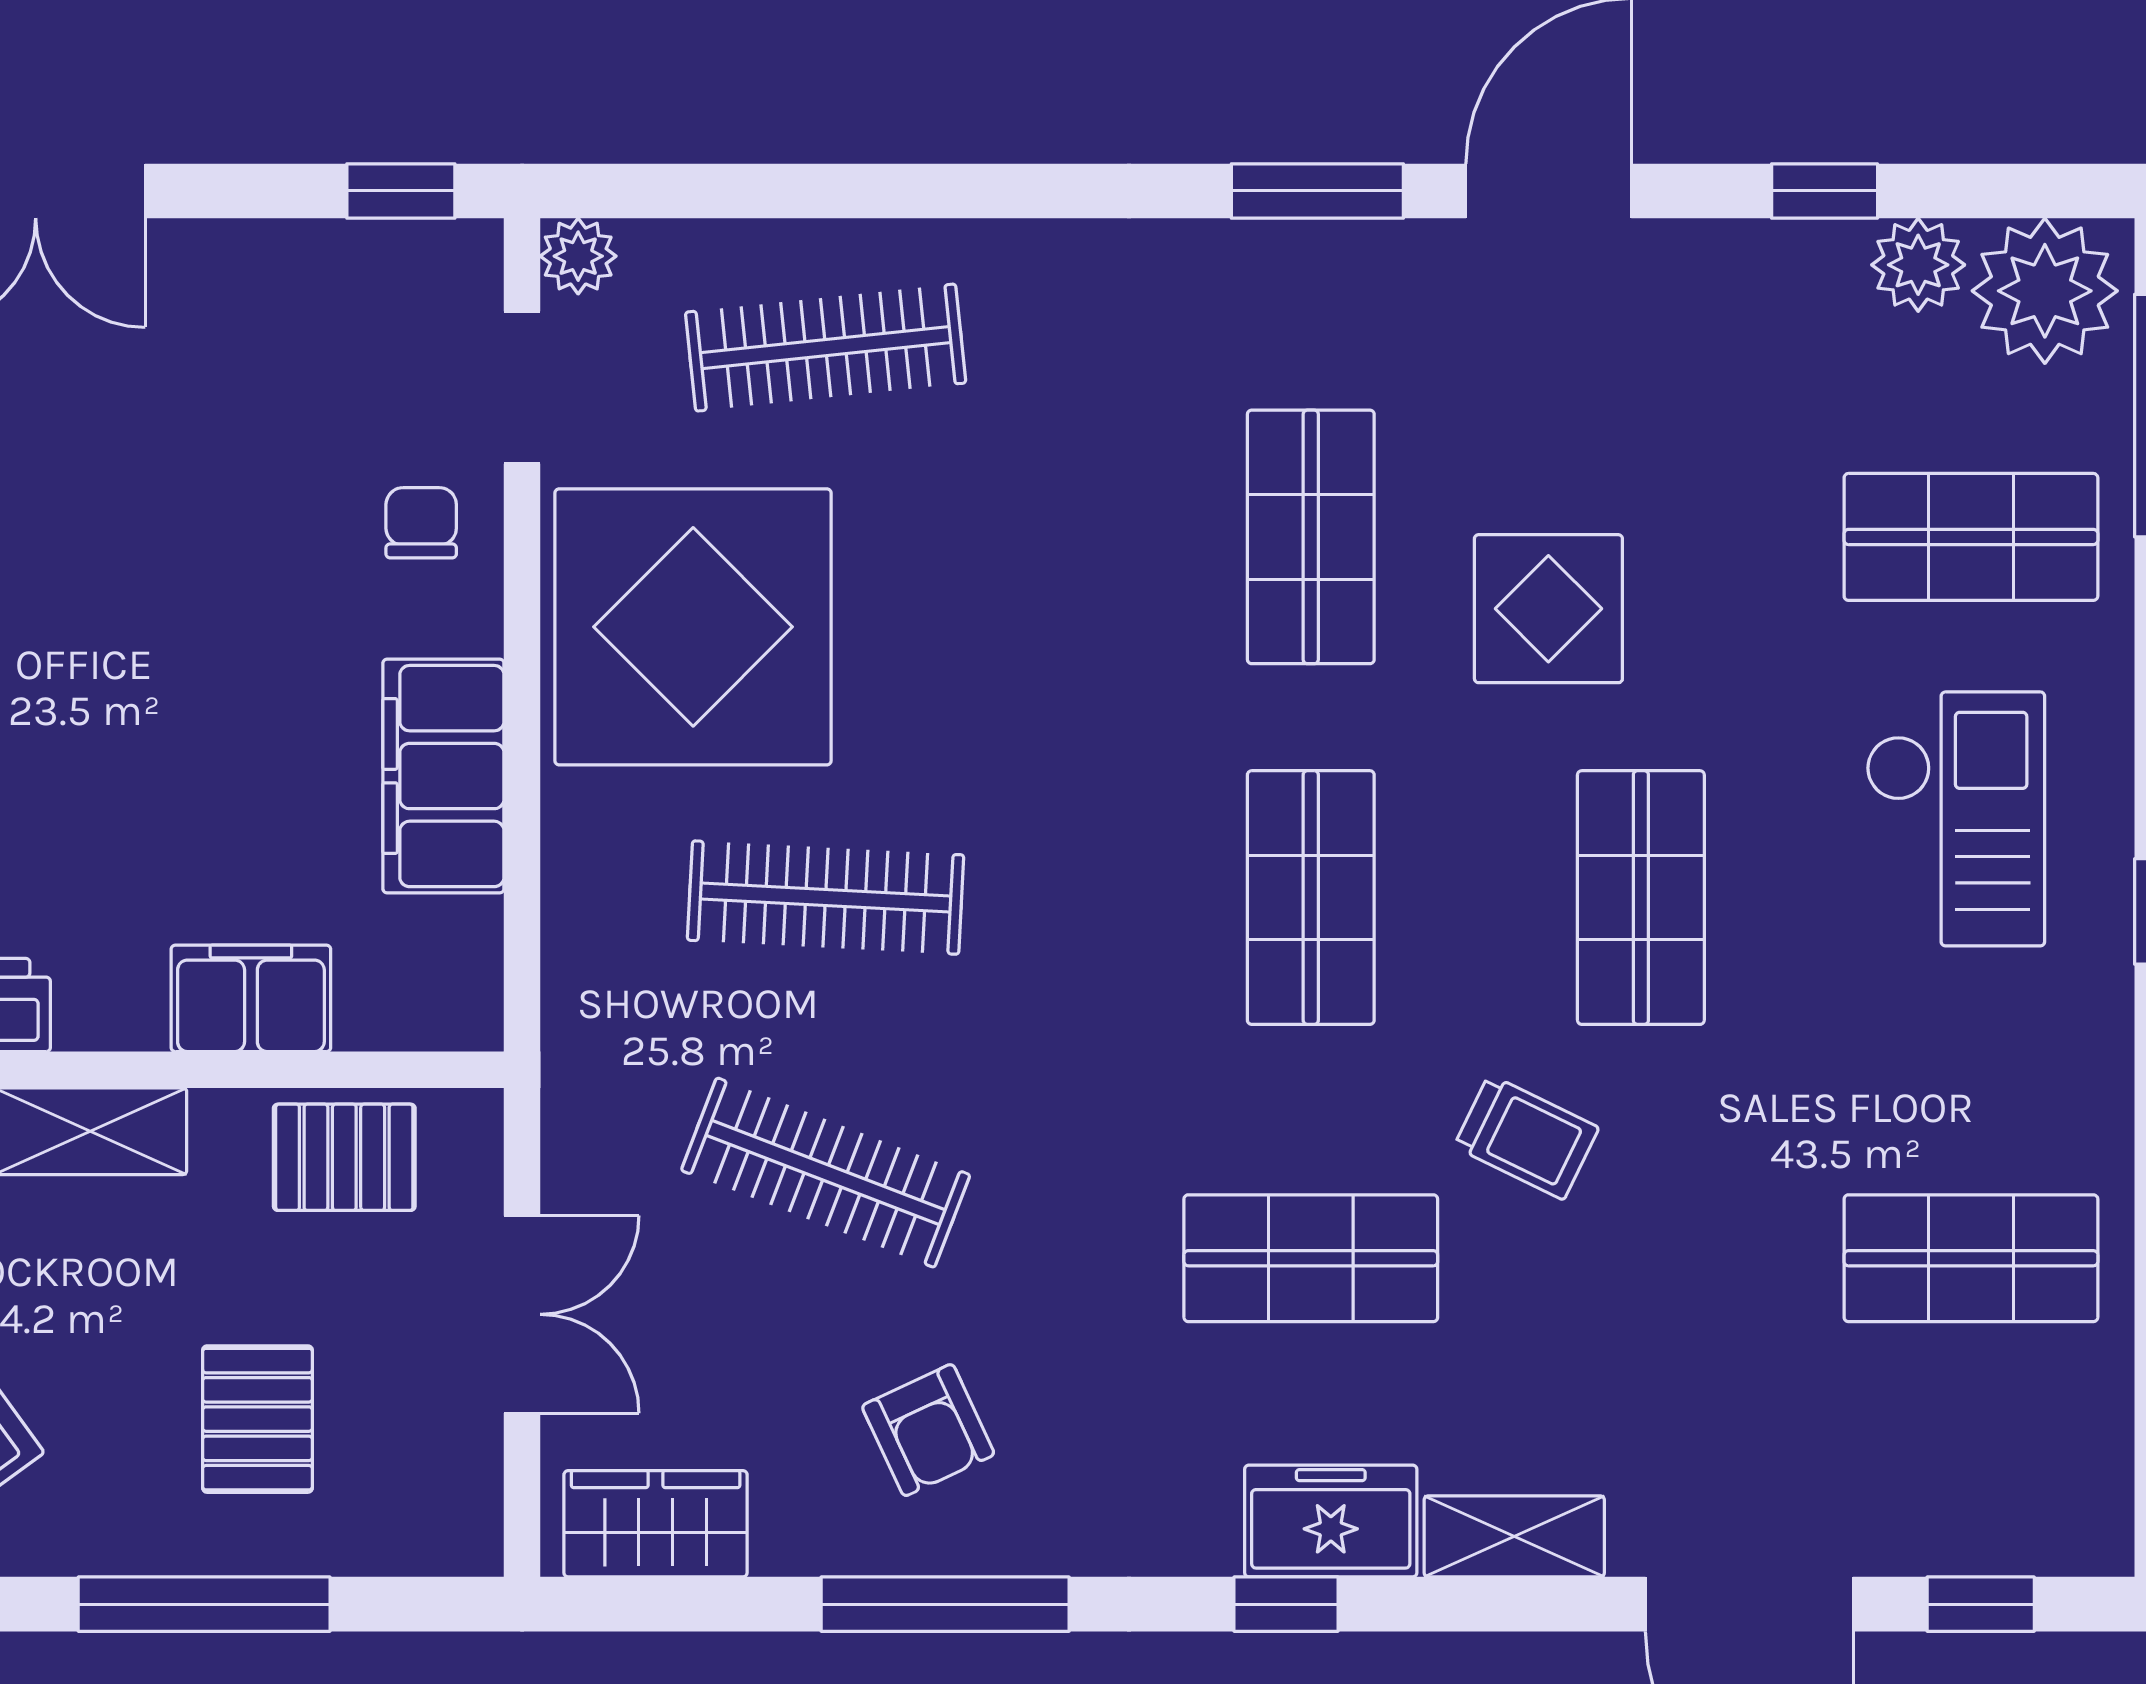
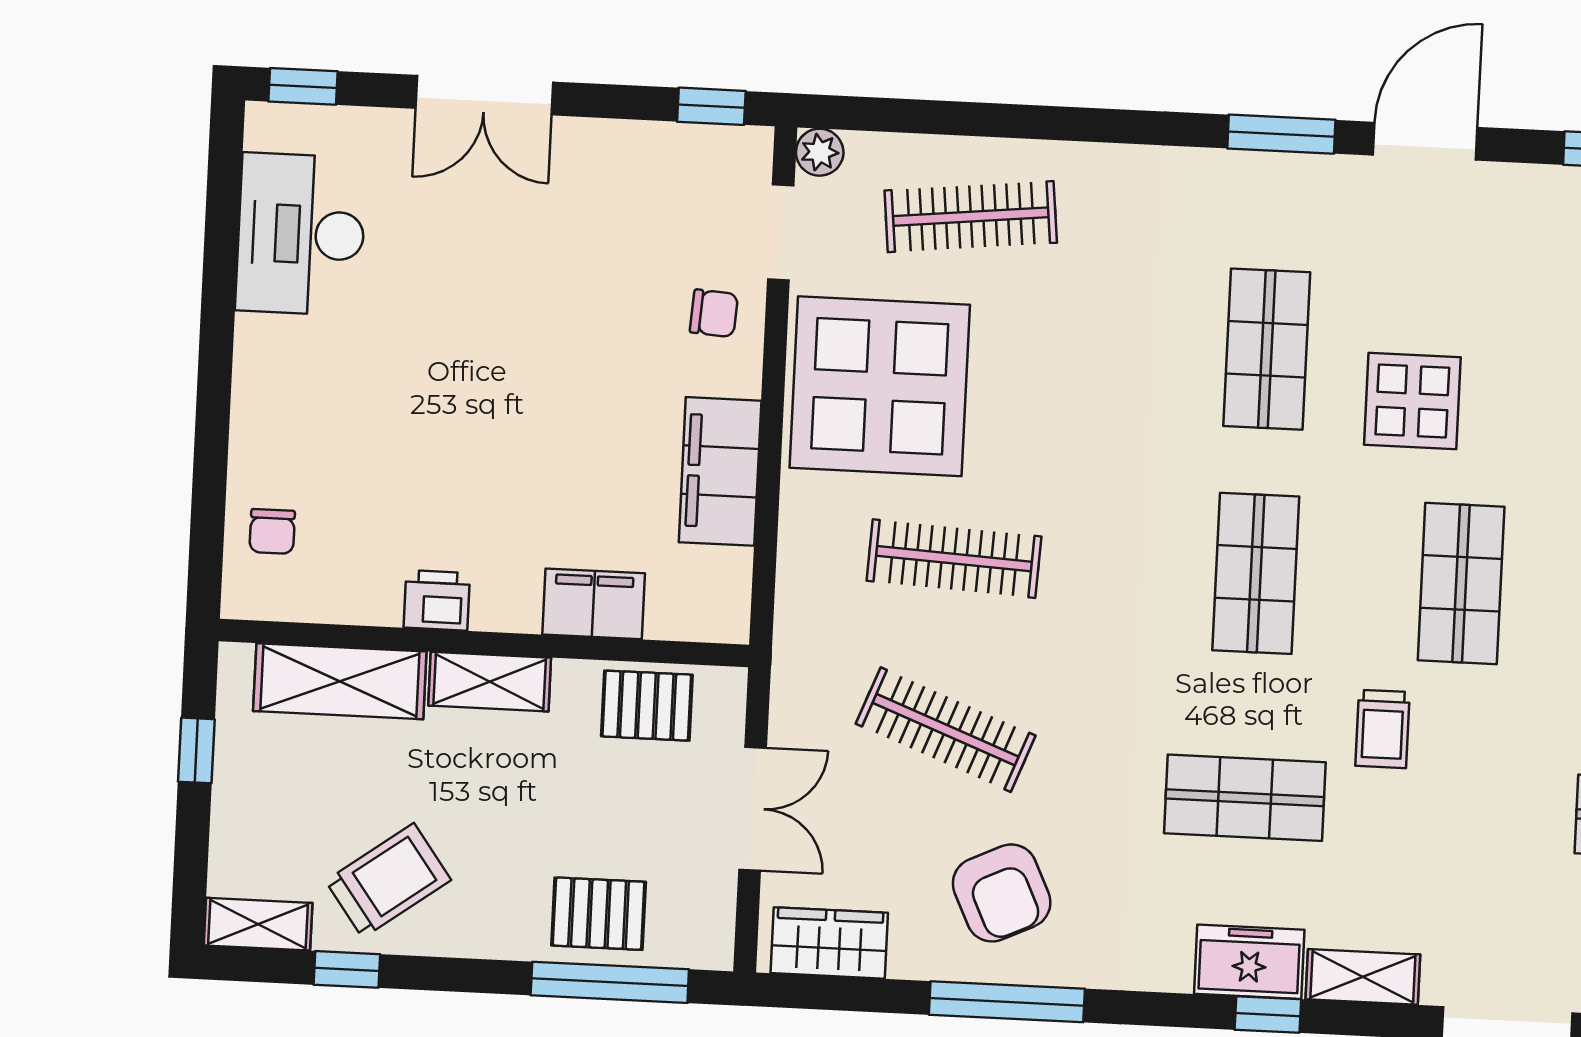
chair: (421, 523) -> (714, 313), turned 94
trolley: (1526, 1137) -> (1383, 729), turned 64
pallet: (257, 1419) -> (599, 914), moved, turned 90
armchair: (928, 1430) -> (1002, 893), width x1.38, depth x1.38
window: (204, 1604) -> (610, 982), moved
window: (1286, 1604) -> (1268, 1015), moved

